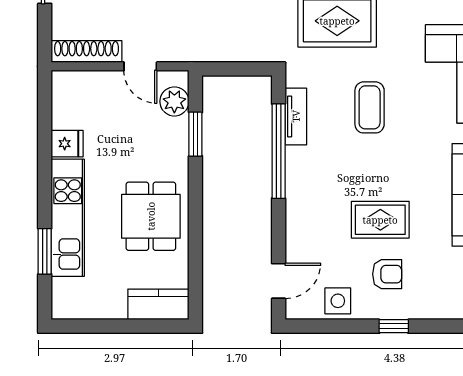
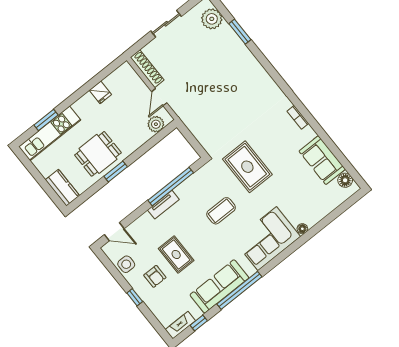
tv unit: (296, 116) -> (163, 205), moved
window: (195, 134) -> (116, 171), moved
kitchen unit: (68, 218) -> (50, 133), moved

